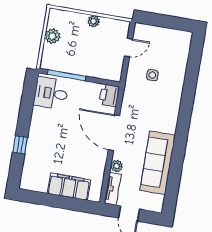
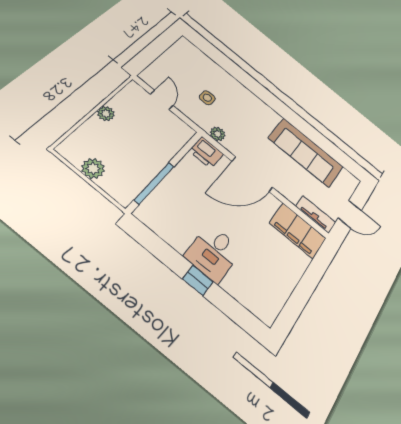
desk: (51, 93) -> (213, 253), moved
window: (20, 145) -> (198, 280), moved
plant: (117, 166) -> (218, 134), moved
filing cabinet: (69, 187) -> (298, 231), moved, turned -90

